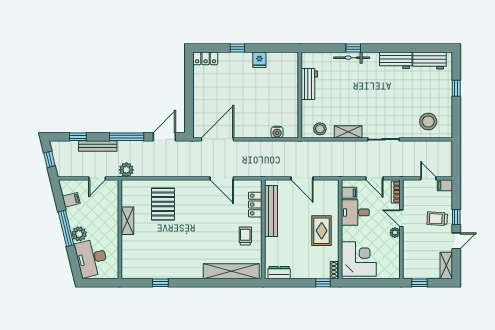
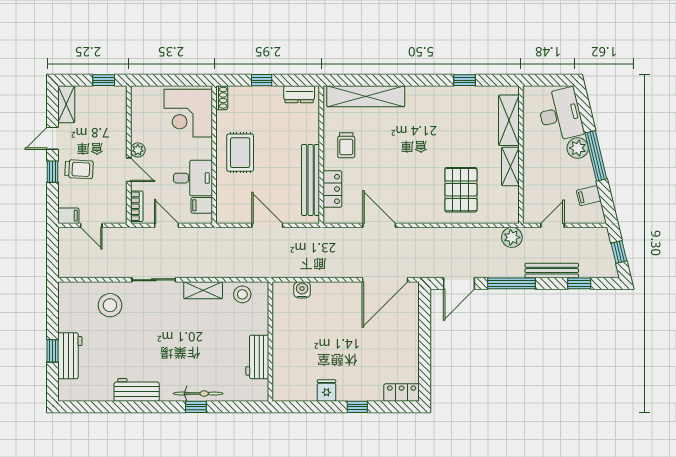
workbench: (430, 61) -> (70, 356), moved, turned 90
stool: (428, 122) -> (110, 305), moved
shelving: (128, 254) -> (509, 120), added
window: (323, 283) -> (262, 80), moved

